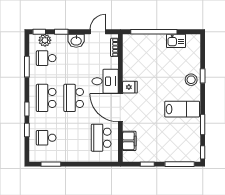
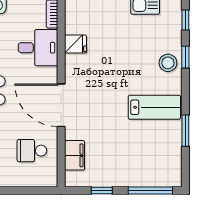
desk: (105, 81) -> (38, 48), moved
fridge: (130, 87) -> (75, 44), moved
school desk: (101, 138) -> (32, 151), width x0.54
window: (203, 152) -> (185, 20), moved

